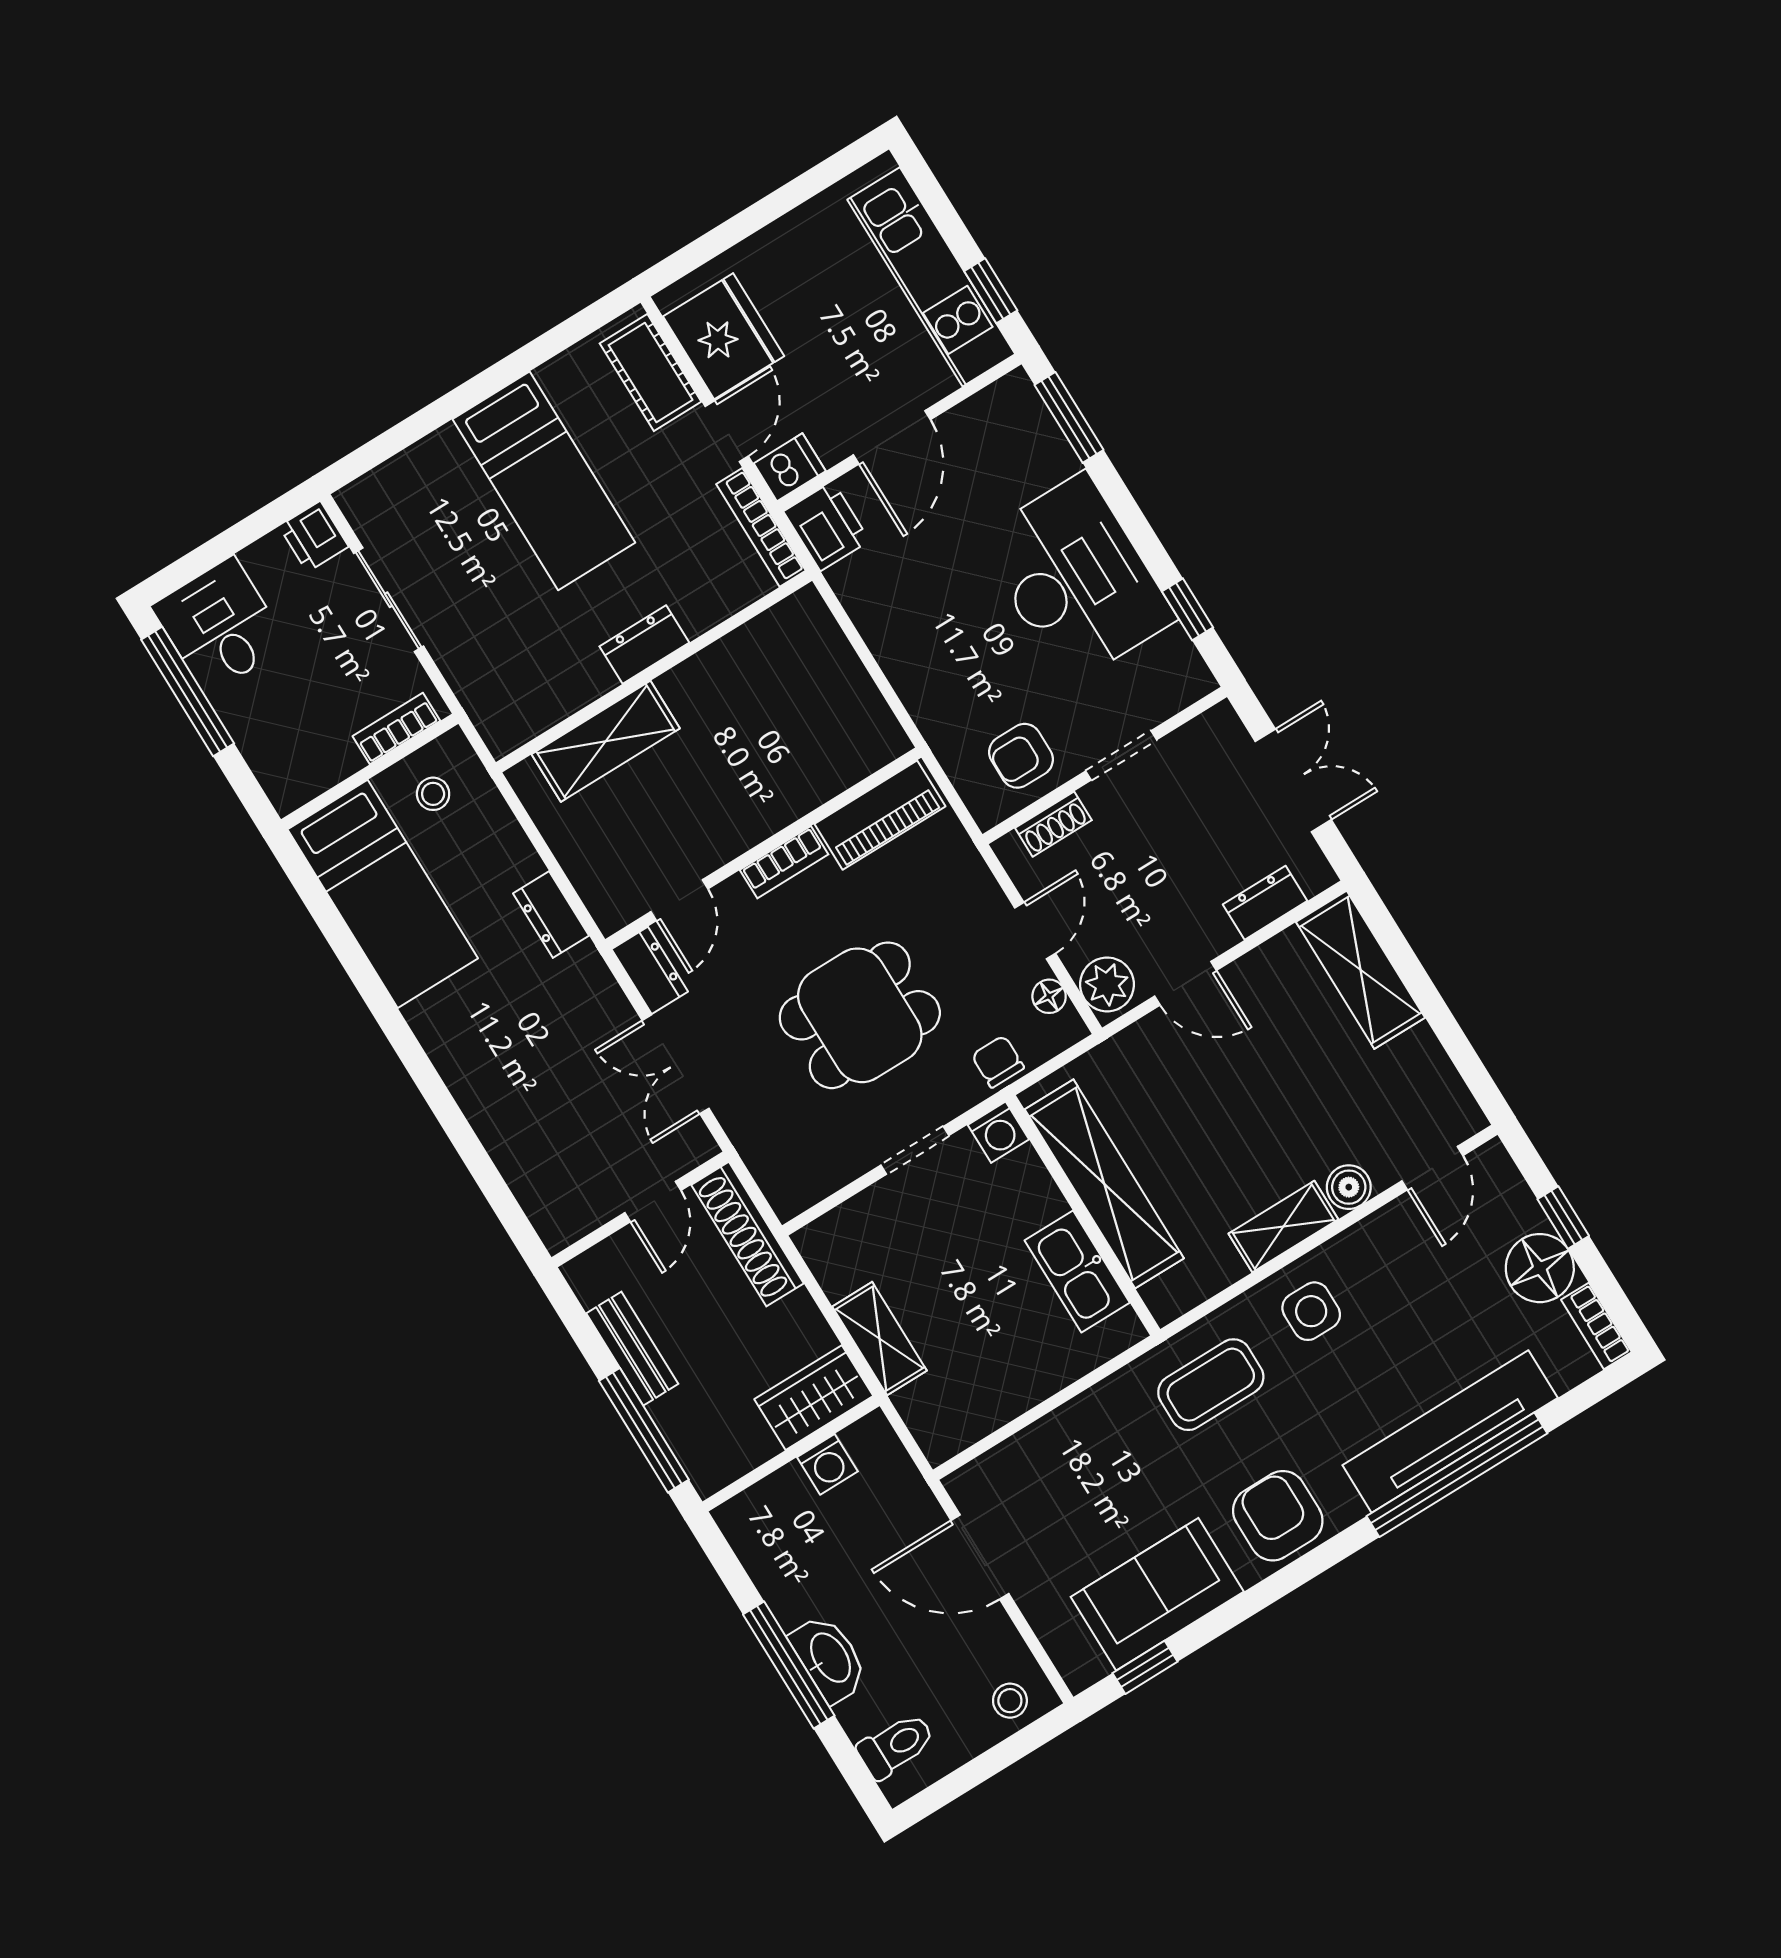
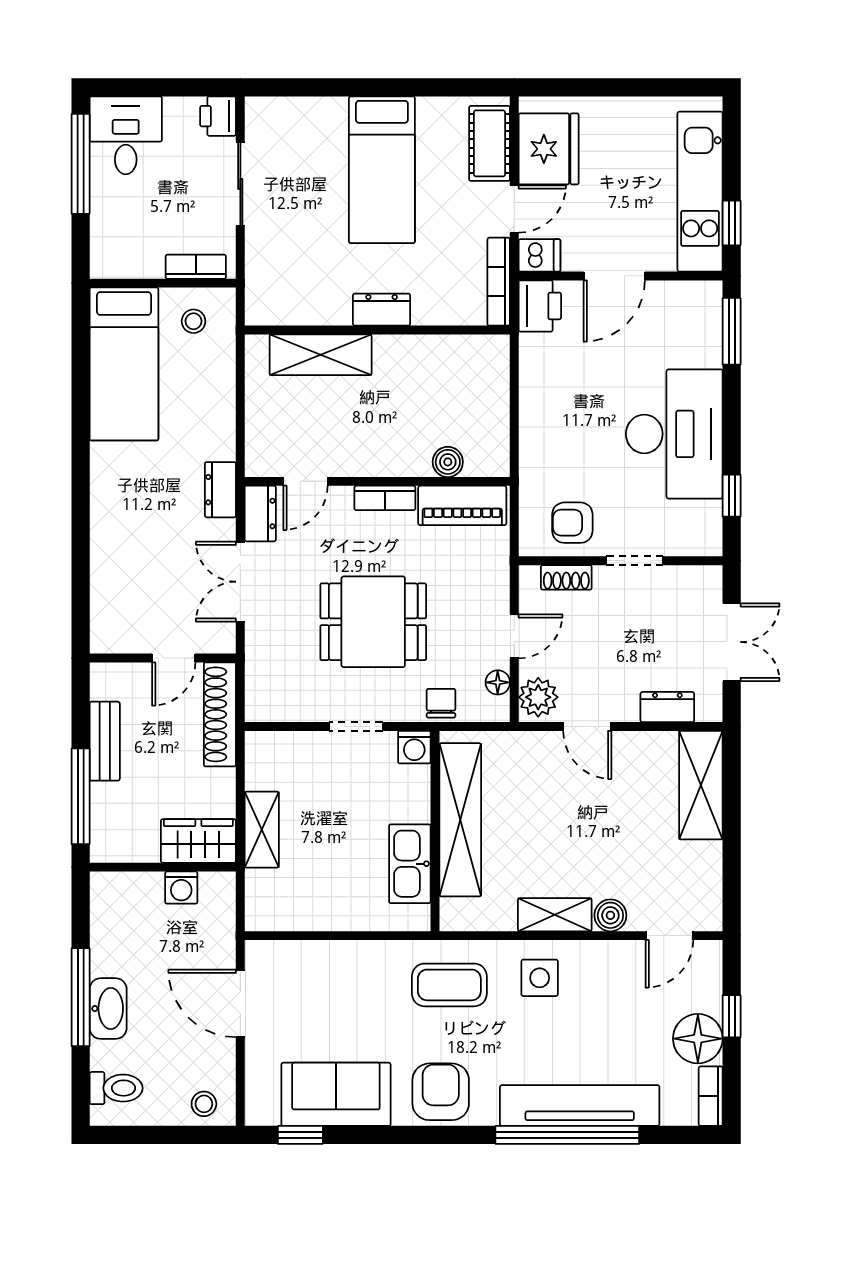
boiler: (832, 775) -> (448, 462), added
dresser: (551, 914) -> (220, 490), moved

